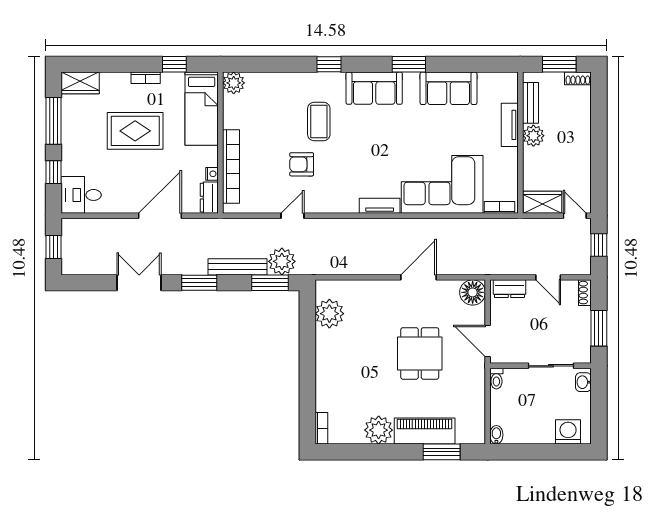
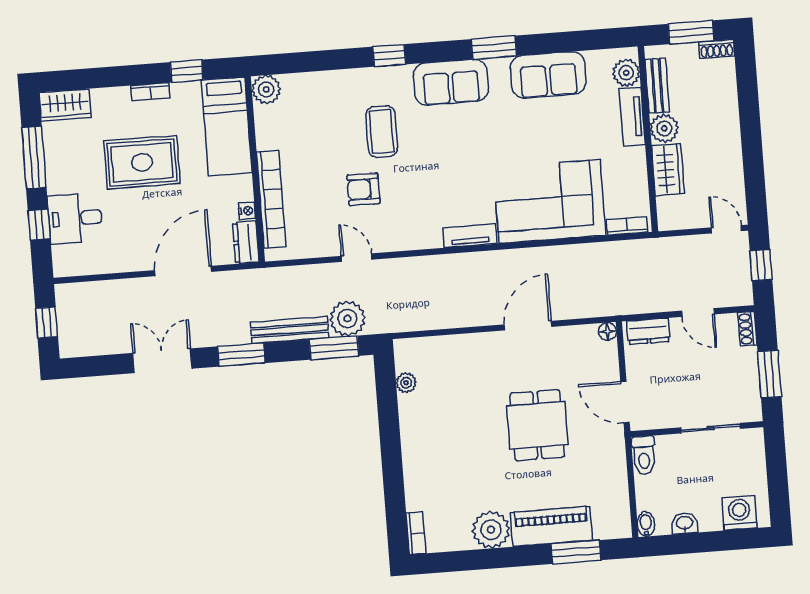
plant: (508, 91) -> (626, 73), added
desk: (81, 195) -> (75, 218), moved
wardrobe: (542, 202) -> (668, 170), moved, turned 90
door: (292, 216) -> (357, 258), hinge flipped
floor lamp: (473, 292) -> (608, 331), width x0.53, depth x0.53
plant: (329, 314) -> (406, 383), width x0.53, depth x0.53
toilet: (496, 379) -> (644, 455), width x1.37, depth x1.39
washbasin: (583, 382) -> (685, 523), moved, turned 90

